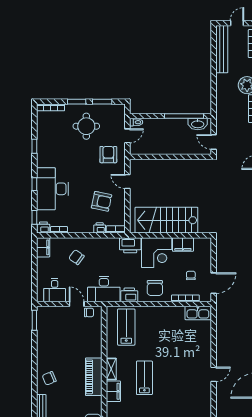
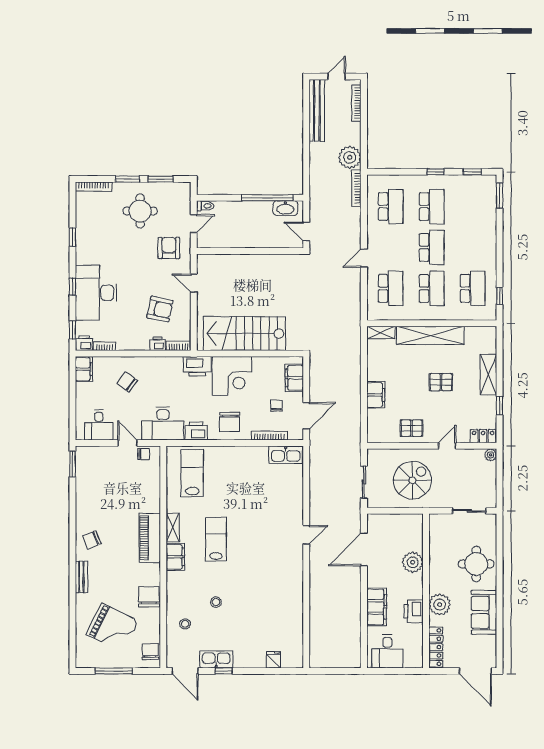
filing cabinet: (183, 245) -> (294, 378), moved, turned 90

